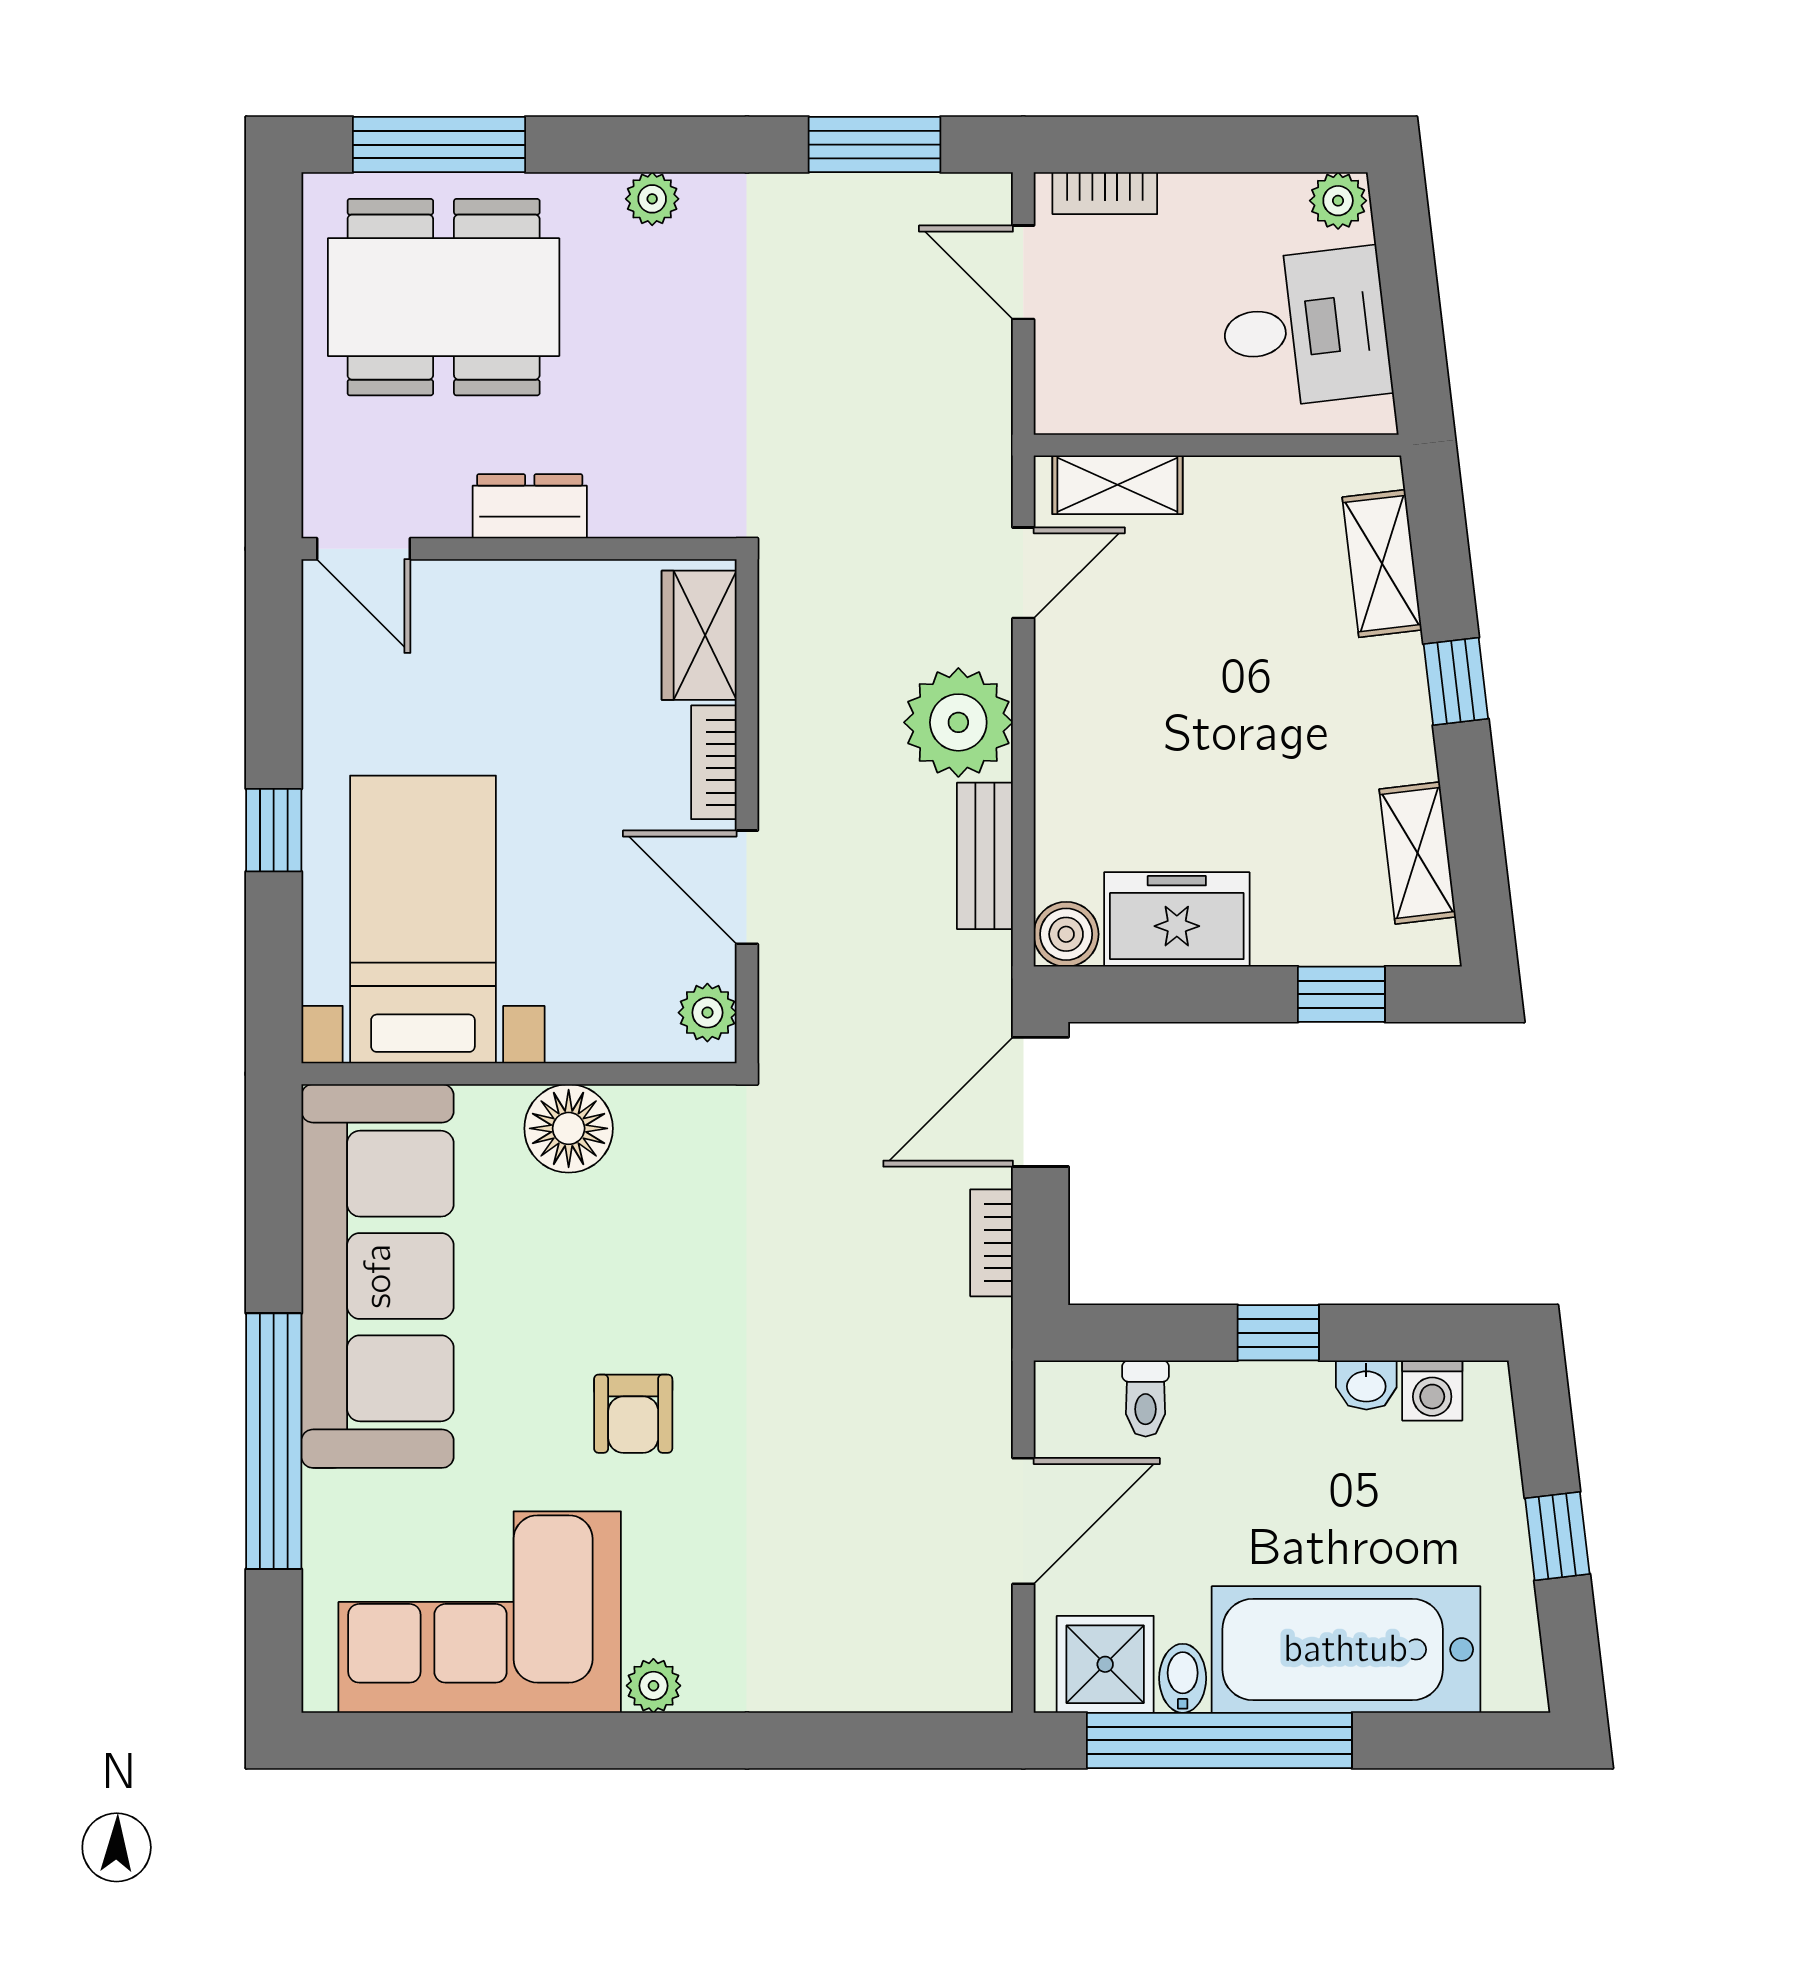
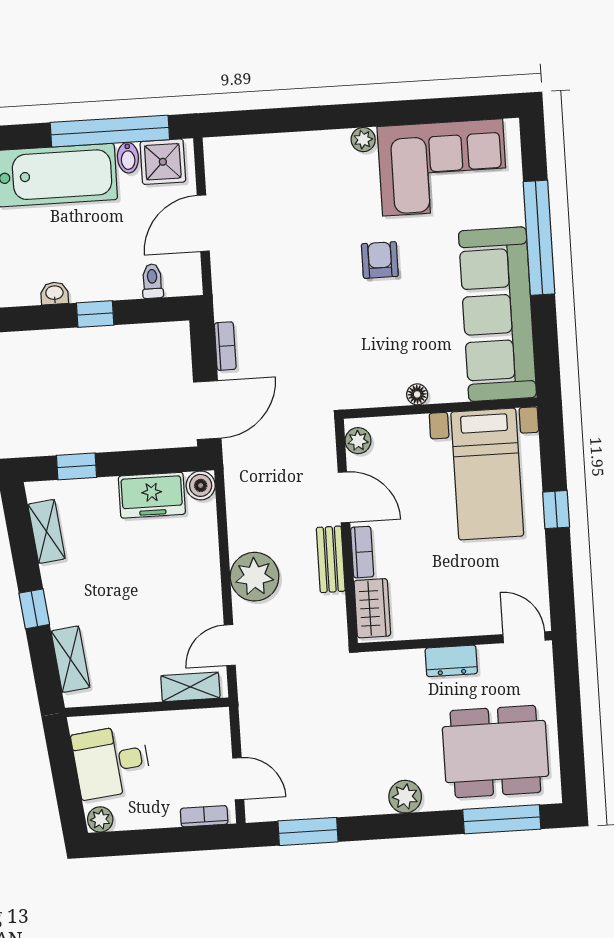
plant: (652, 199) -> (405, 797), width x1.38, depth x1.38
bench: (985, 856) -> (331, 559), moved
floor lamp: (569, 1128) -> (417, 394), width x0.53, depth x0.53
washing machine: (1432, 1391) -> (25, 293), removed

